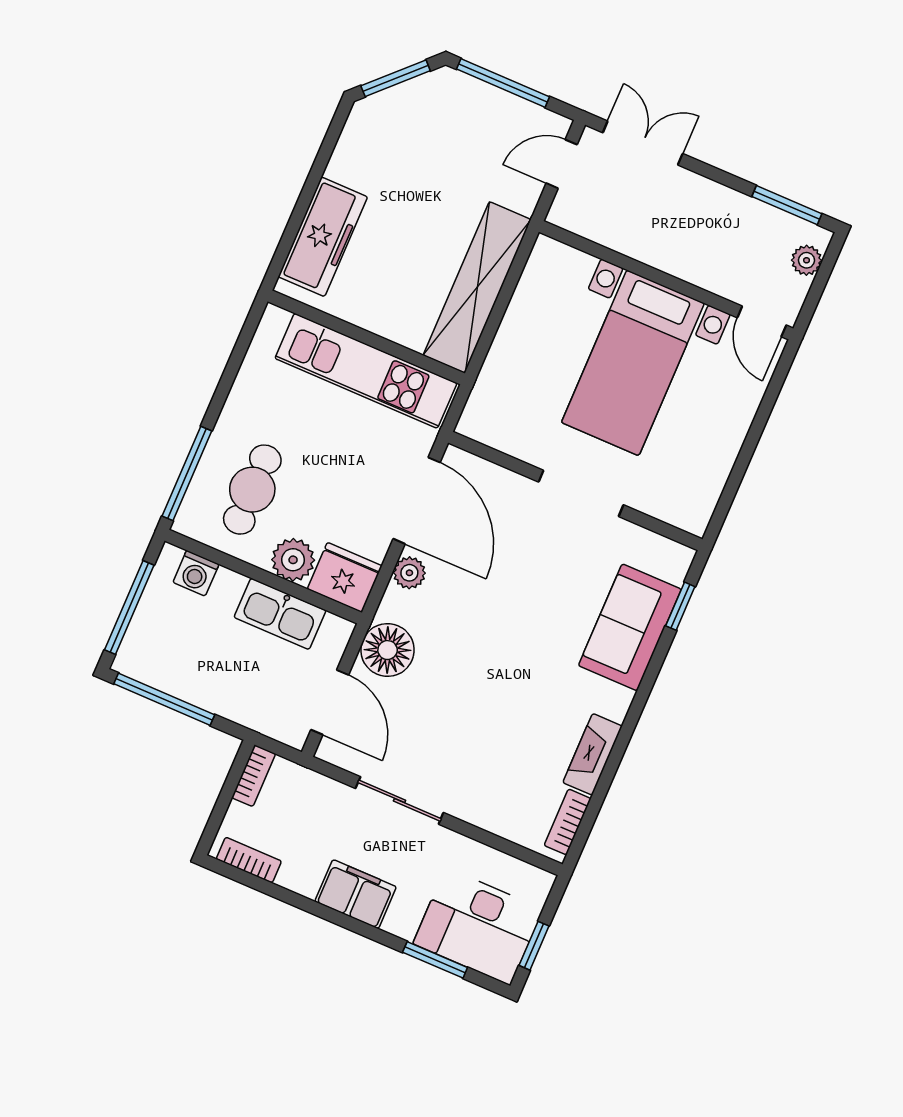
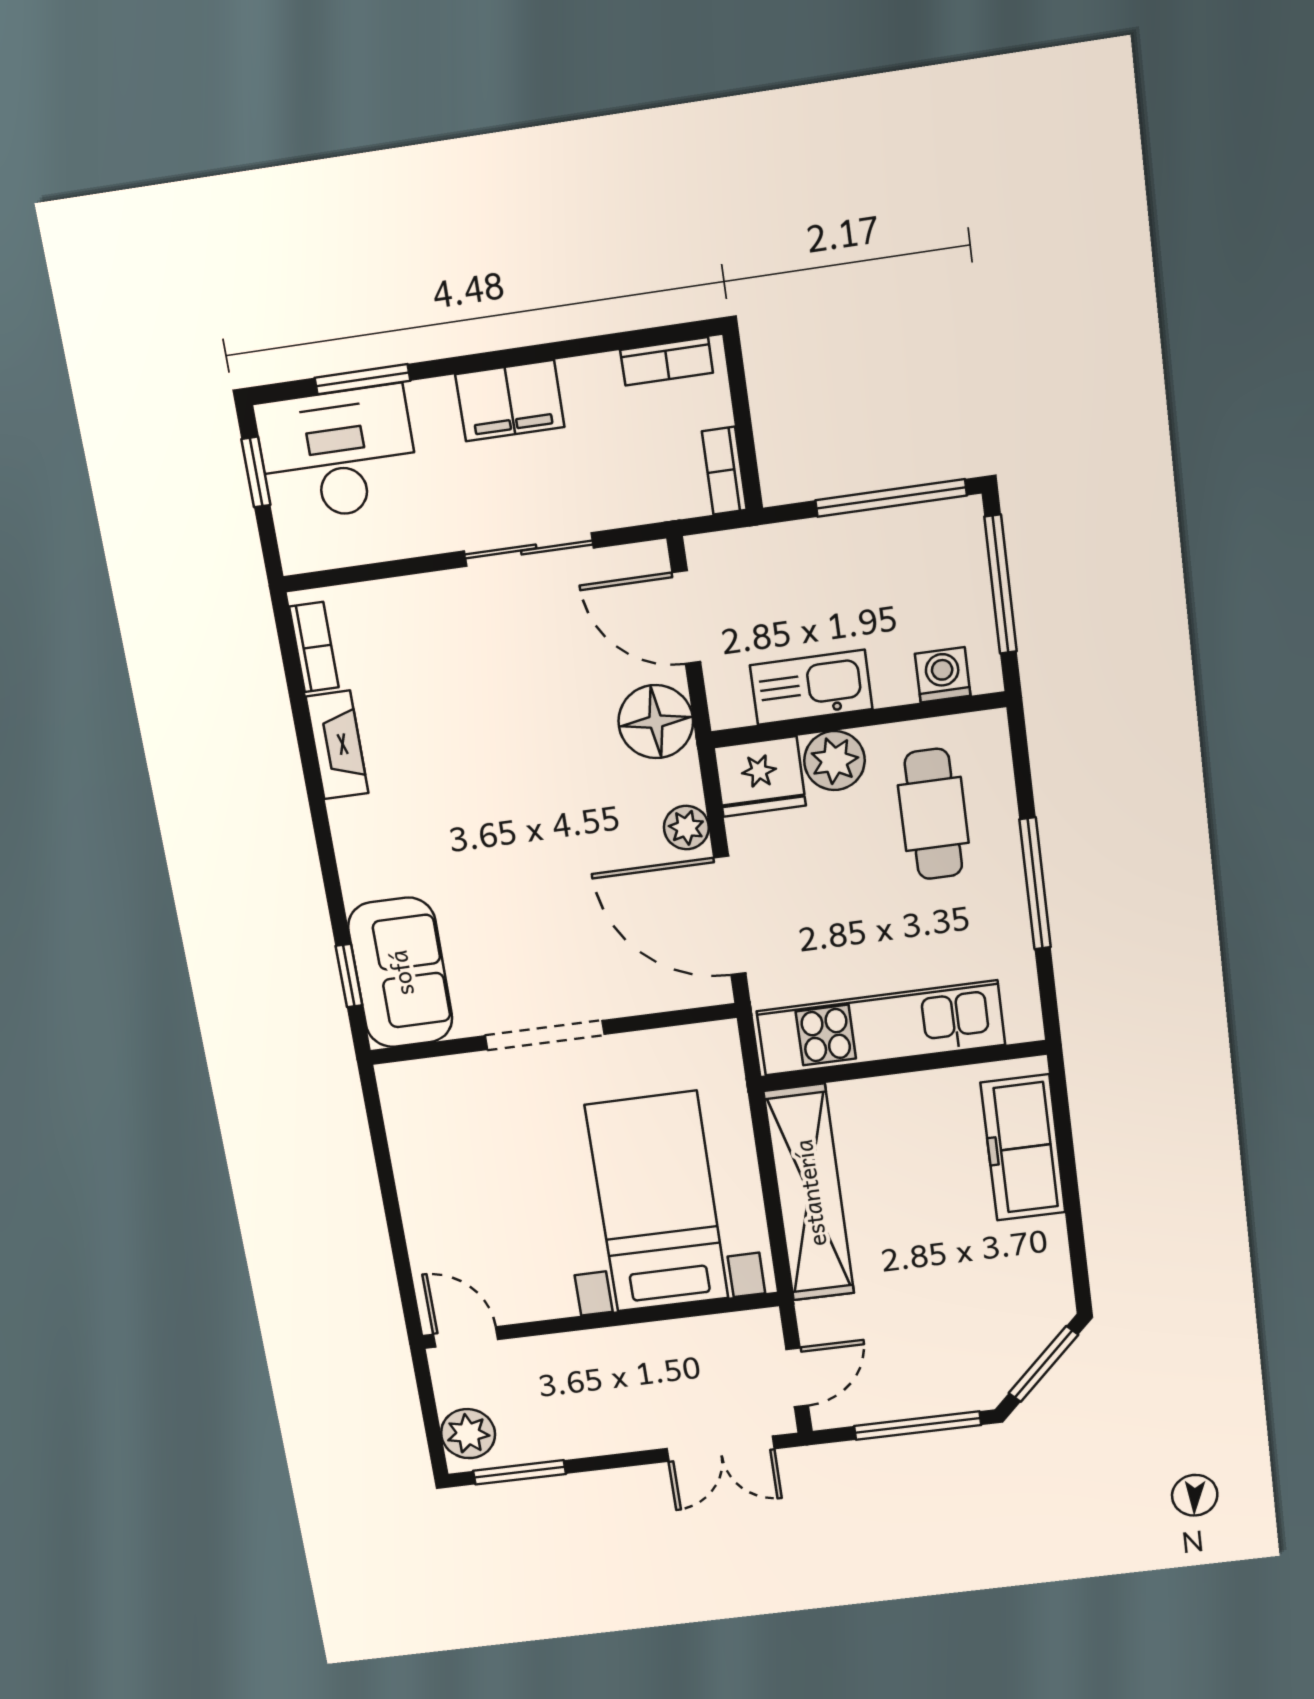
plant: (807, 260) -> (468, 1434), width x1.38, depth x1.38
bed with nightstands: (633, 363) -> (657, 1202), moved
window: (187, 474) -> (1035, 884), moved
sofa: (630, 627) -> (400, 973), moved

